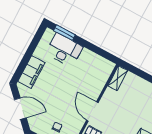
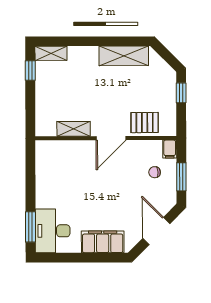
desk: (64, 50) -> (53, 231), moved
shelving: (118, 78) -> (74, 129), moved

